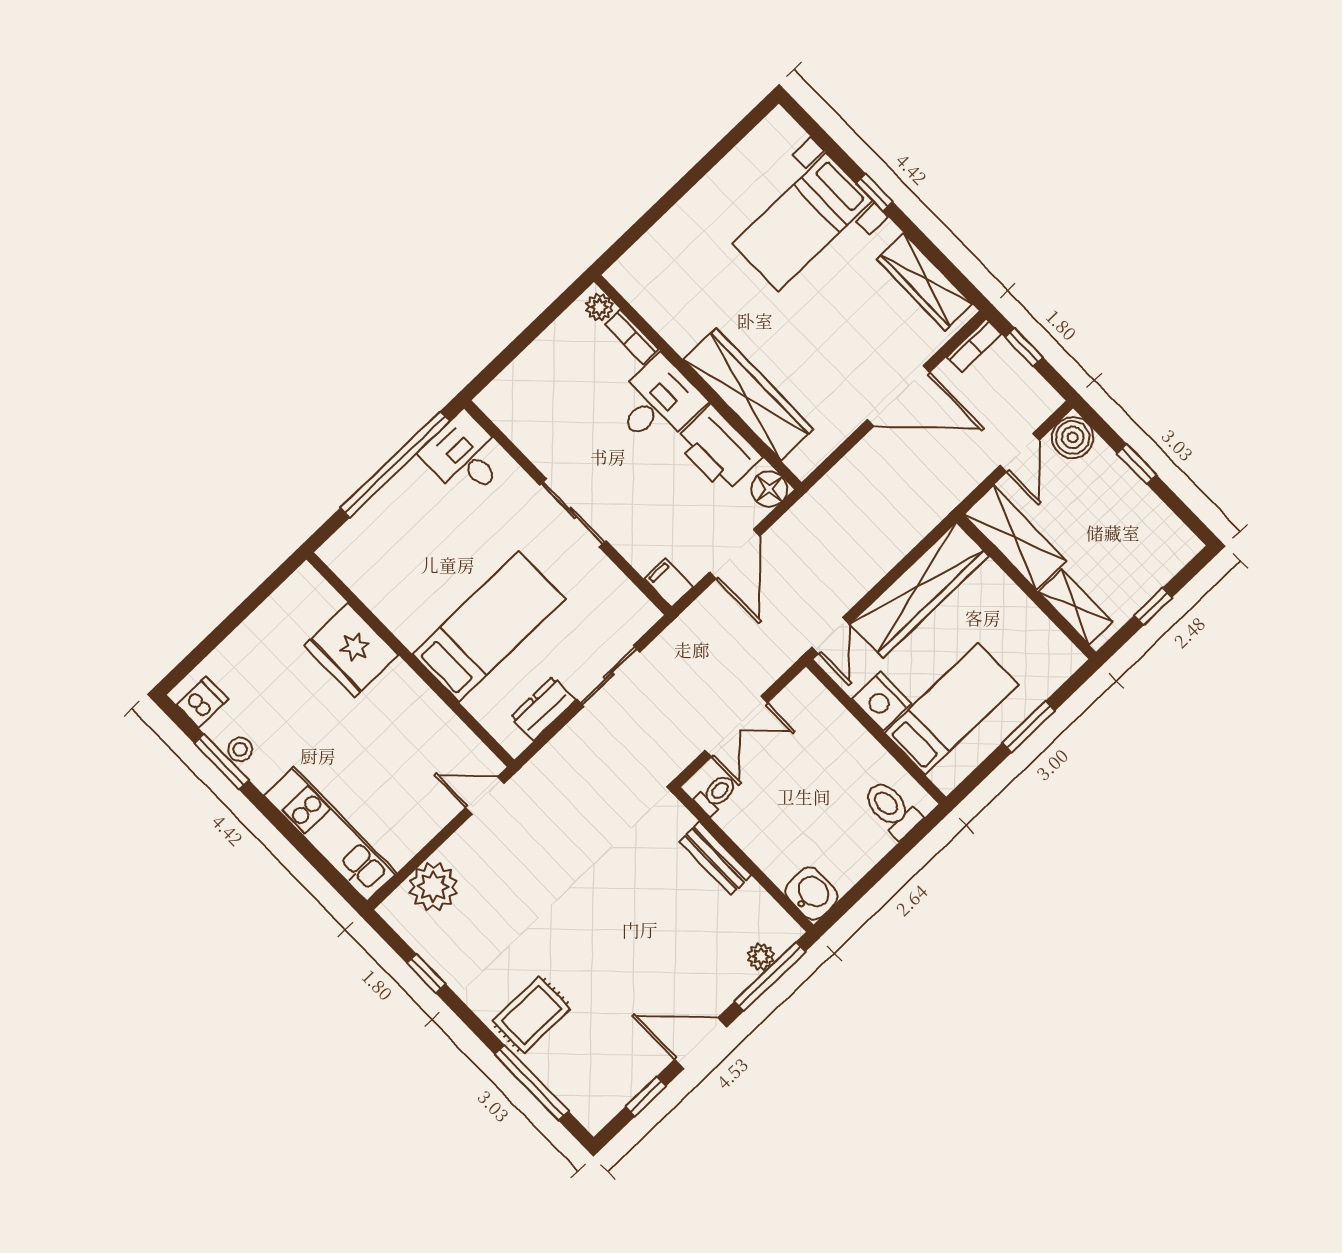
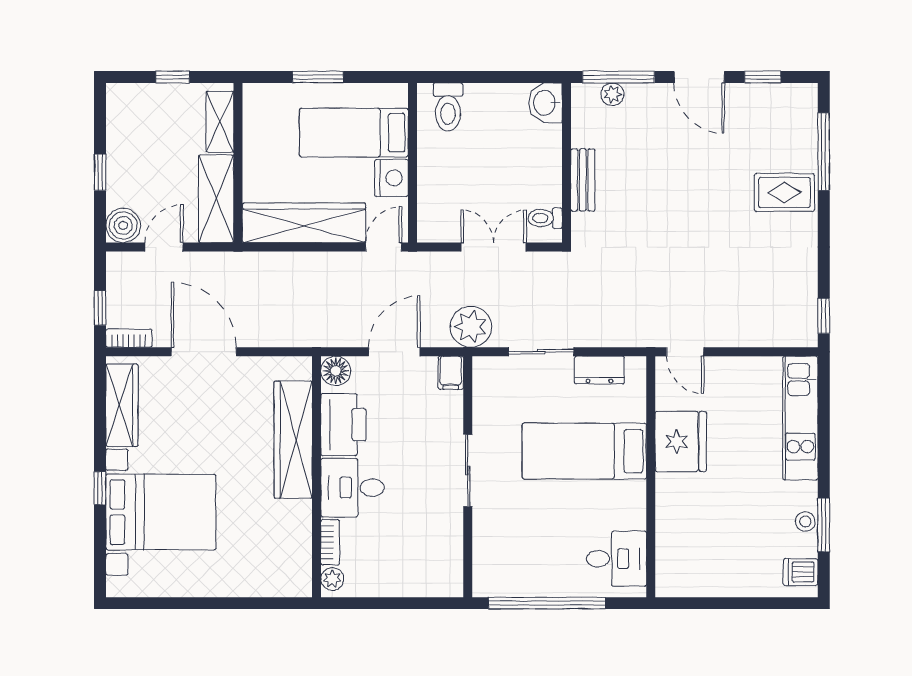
bed with nightstands: (802, 222) -> (161, 512), width x1.36
desk: (465, 456) -> (617, 559), moved, turned -90
fridge: (351, 650) -> (681, 442), moved
plant: (433, 887) -> (471, 327), moved
window: (426, 974) -> (824, 316), moved

